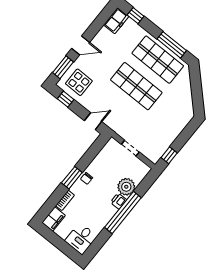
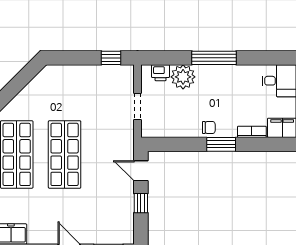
display table: (79, 82) -> (111, 220), removed
window: (66, 99) -> (141, 203), moved
printer: (118, 201) -> (161, 73), moved
window: (123, 212) -> (214, 58), width x0.68

